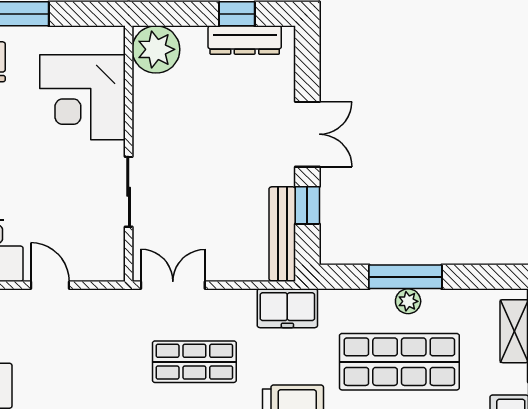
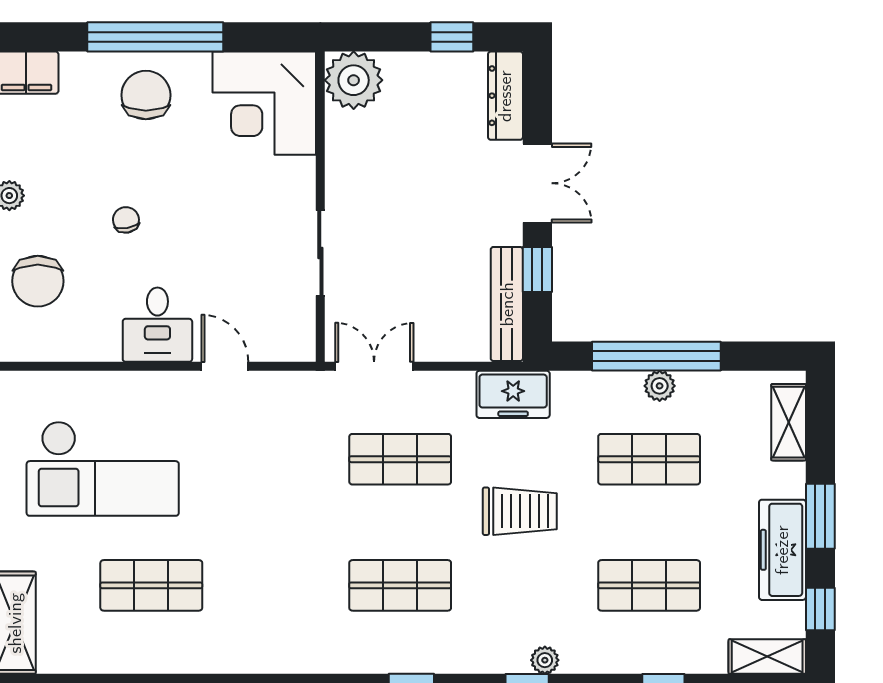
dresser: (245, 40) -> (505, 96), moved, turned 90
corner desk: (82, 97) -> (264, 103), moved
window: (405, 277) -> (656, 356), width x1.46
shop shelf: (399, 362) -> (649, 459), width x0.70, depth x0.74

